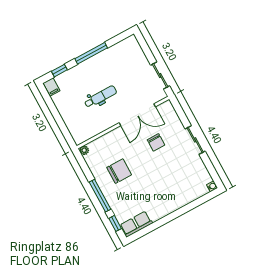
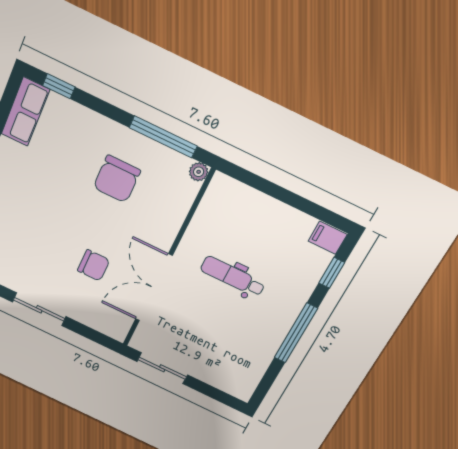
dental chair: (101, 97) -> (233, 276), turned 90
chair: (156, 142) -> (94, 265), turned 180
window: (100, 196) -> (163, 137), moved

